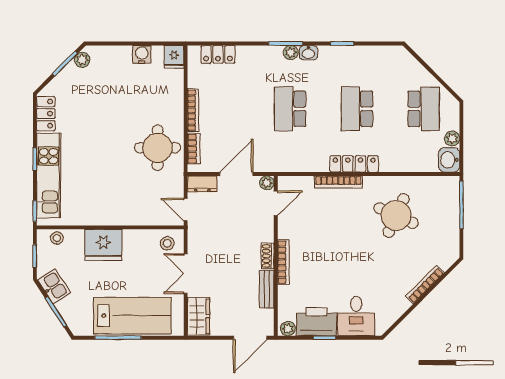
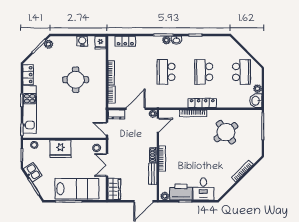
round table: (158, 148) -> (76, 80), moved
round table: (396, 216) -> (226, 132), turned 30

